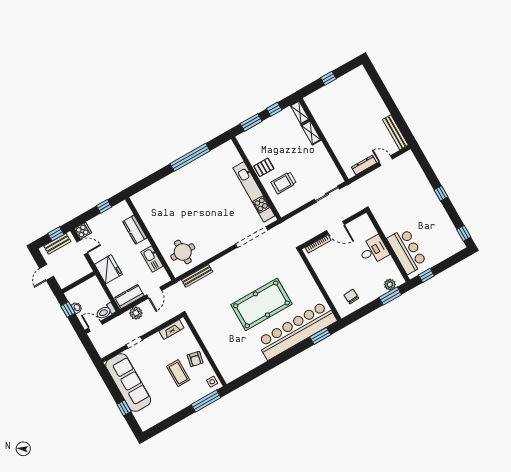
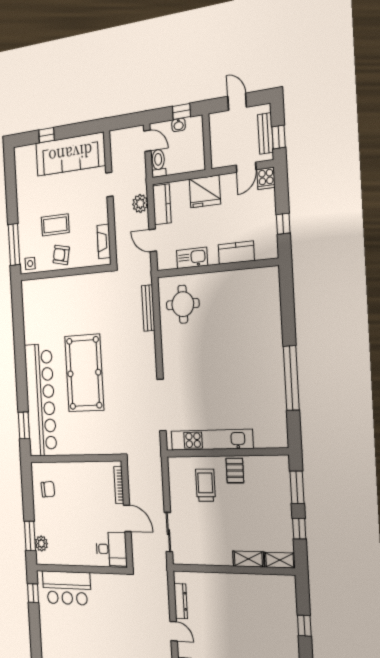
door: (386, 161) -> (174, 631), hinge flipped
door: (335, 228) -> (127, 518), swing flipped
desk: (373, 250) -> (111, 549), moved, turned -90
door: (95, 326) -> (147, 141), hinge flipped

